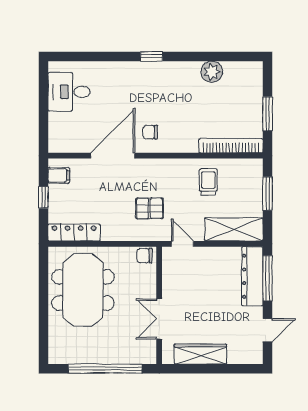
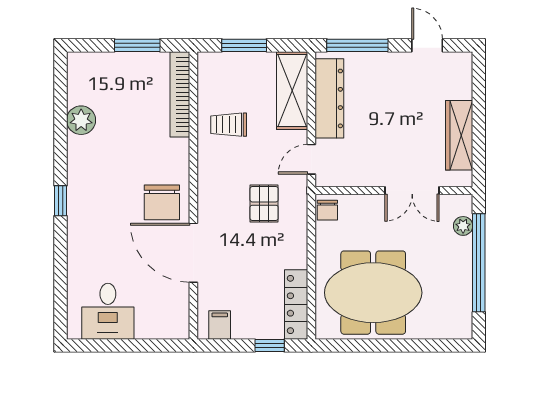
chair: (150, 132) -> (162, 202), width x1.87, depth x1.87
window: (43, 197) -> (270, 346), moved
dresser: (252, 276) -> (329, 98), moved, turned -90
plant: (133, 357) -> (463, 226), added

